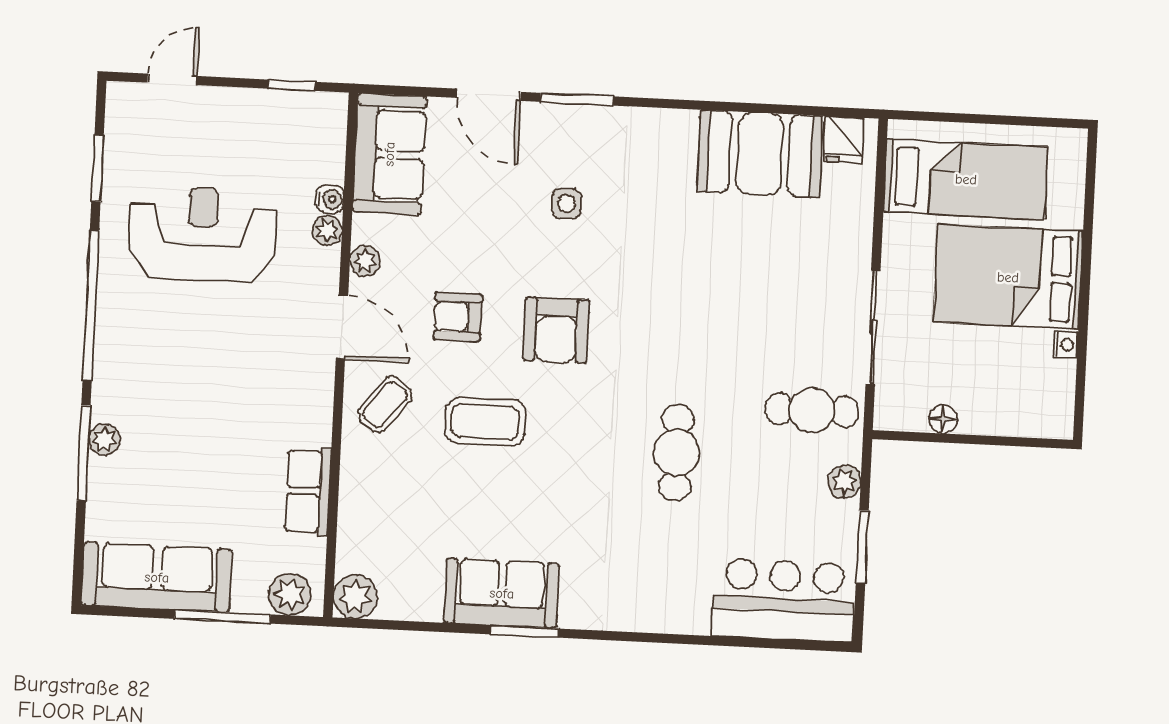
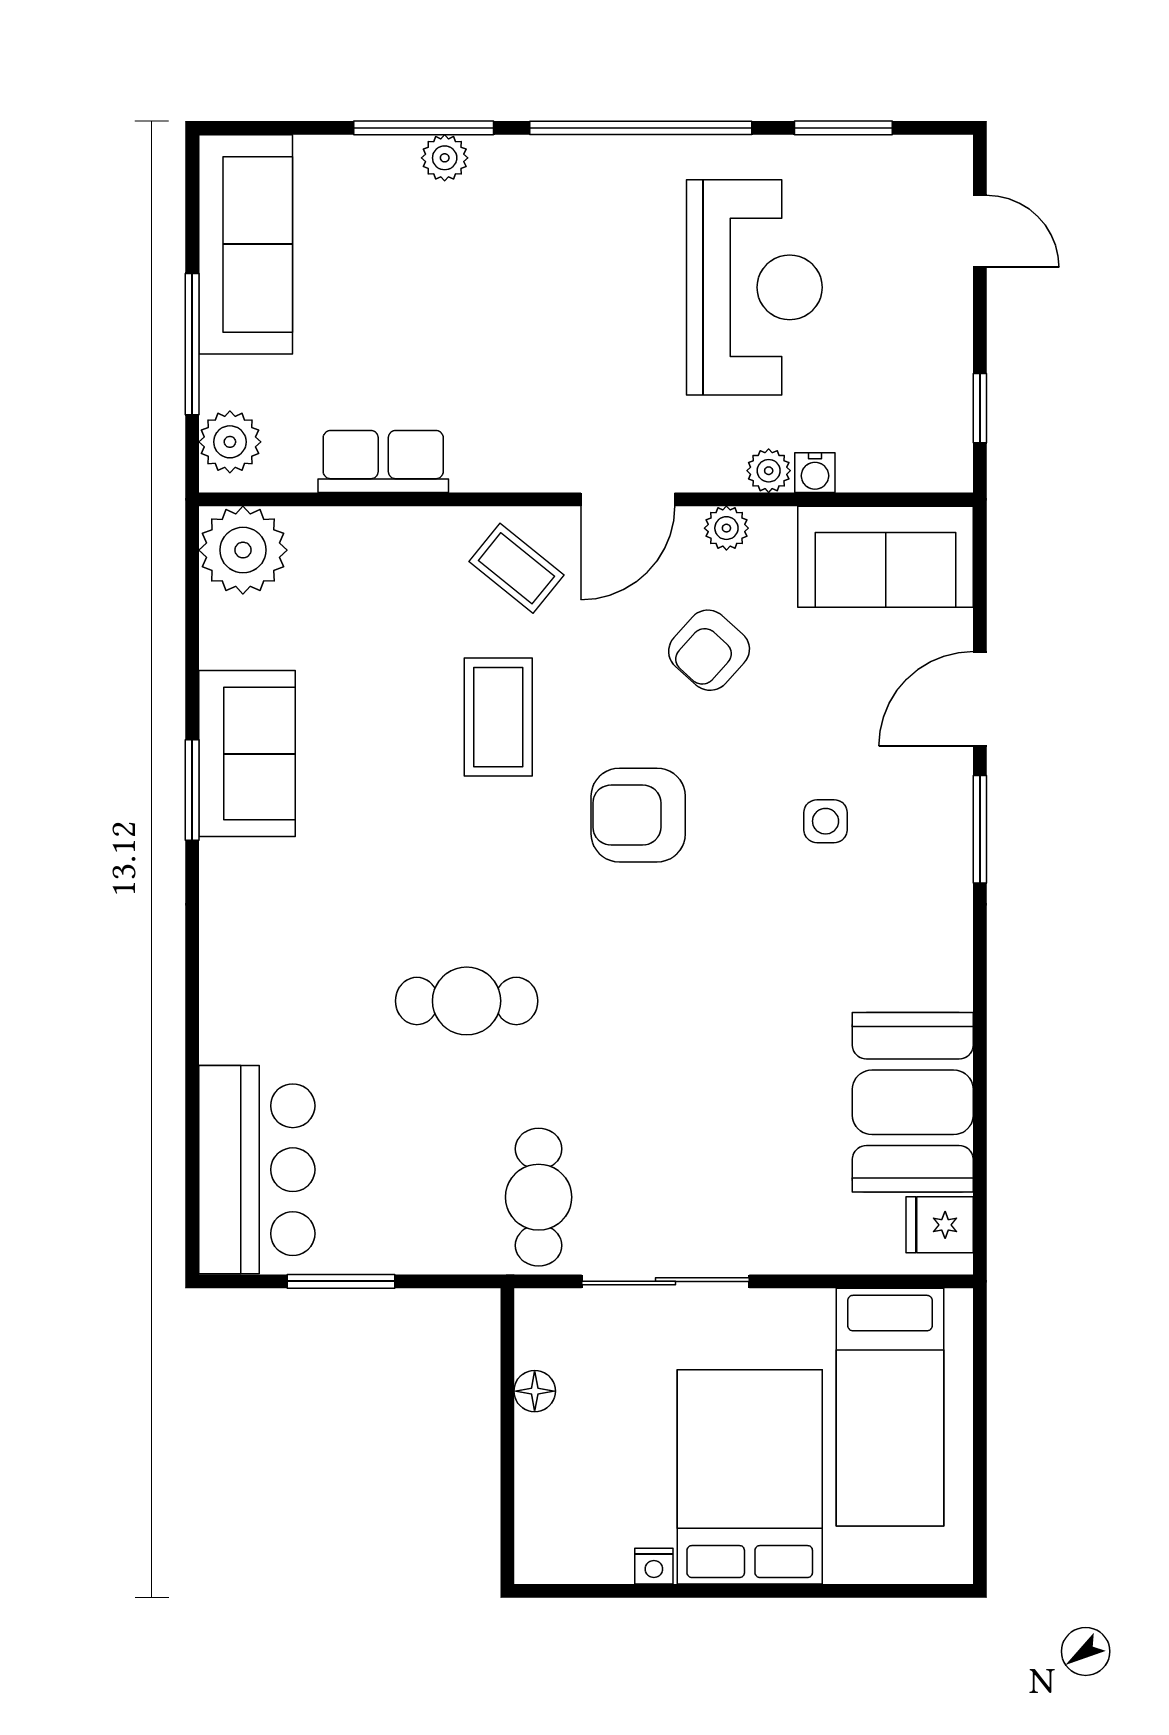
armchair: (458, 317) -> (709, 650), moved, turned -138
plant: (845, 482) -> (436, 1251), removed
plant: (355, 597) -> (243, 550), width x1.36, depth x1.36

